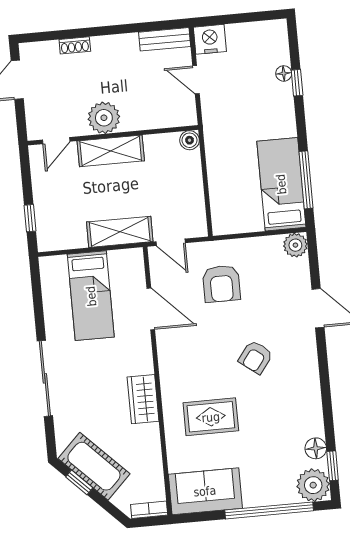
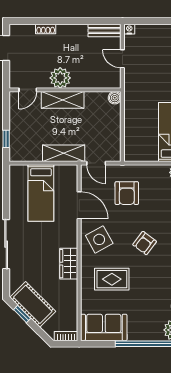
nightstand: (210, 39) -> (129, 29), width x0.53, depth x0.56
side table: (186, 358) -> (99, 239), added

